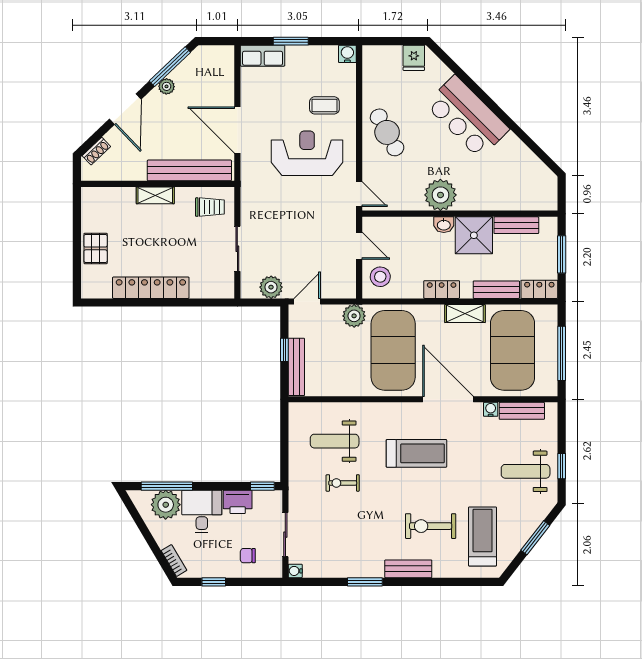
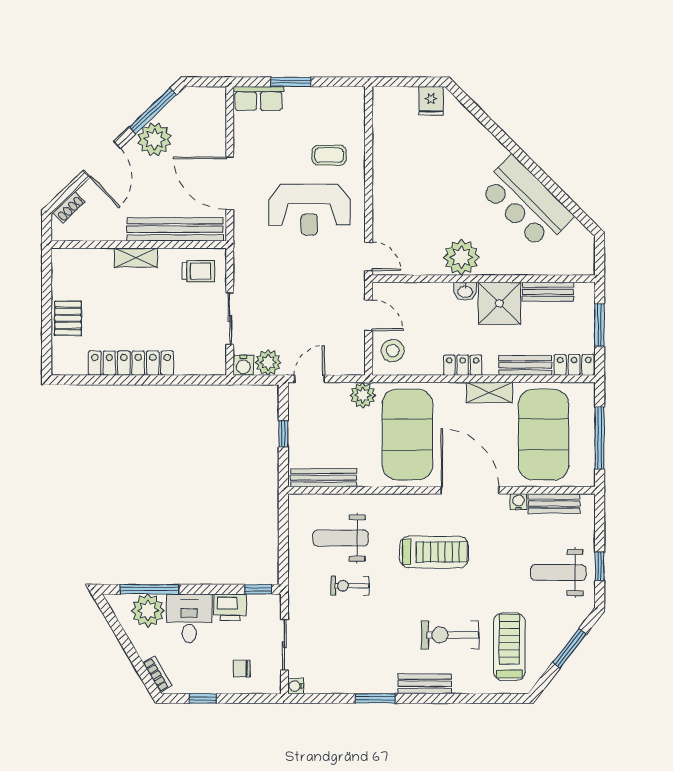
water cooler: (347, 54) -> (243, 365), moved, turned 180
plant: (167, 86) -> (154, 139), width x1.88, depth x1.88
bar counter: (467, 117) -> (526, 202), moved
cafe table: (387, 132) -> (400, 186), removed
reception desk: (307, 153) -> (309, 210), turned 180
bench: (296, 367) -> (324, 478), moved, turned 90

